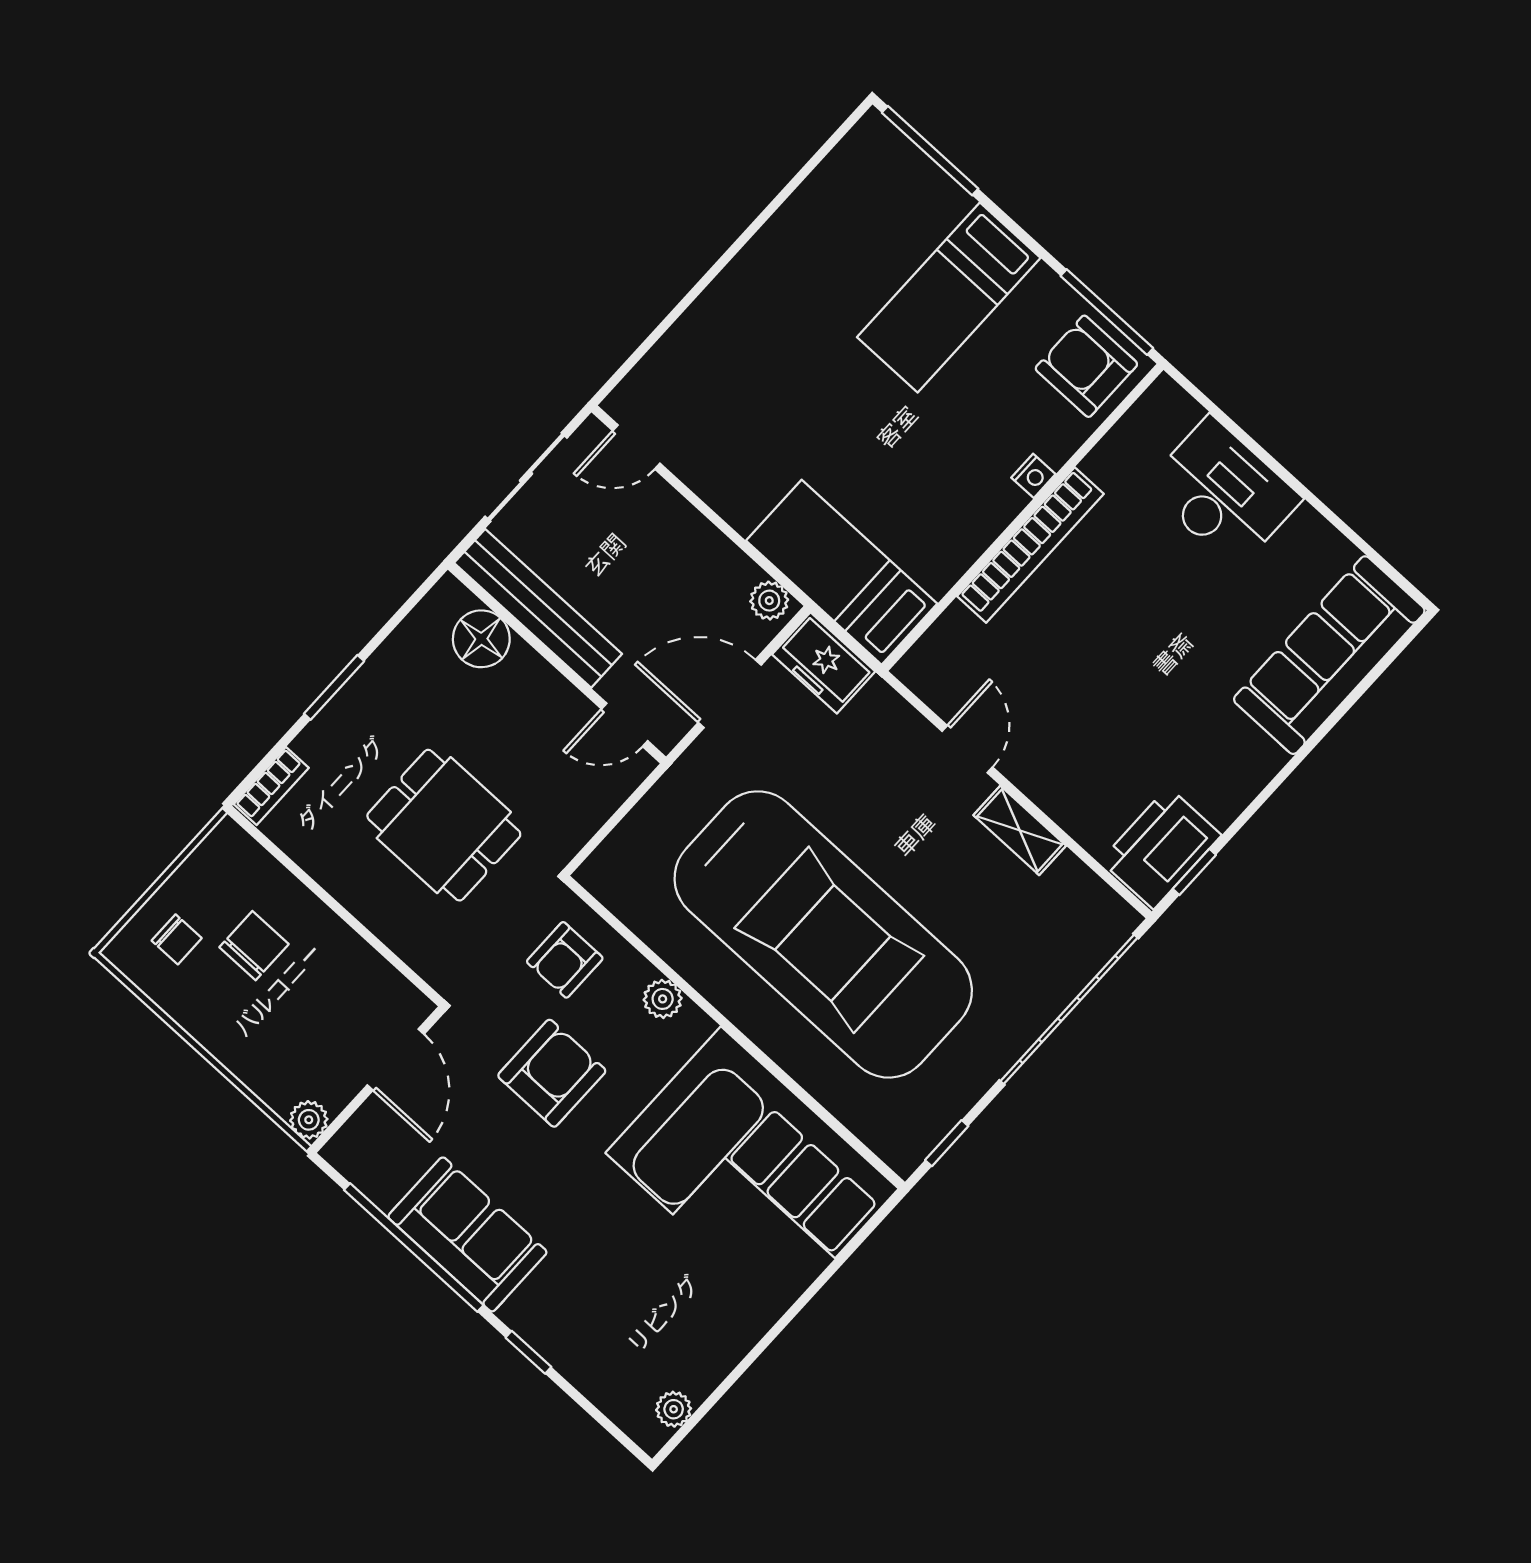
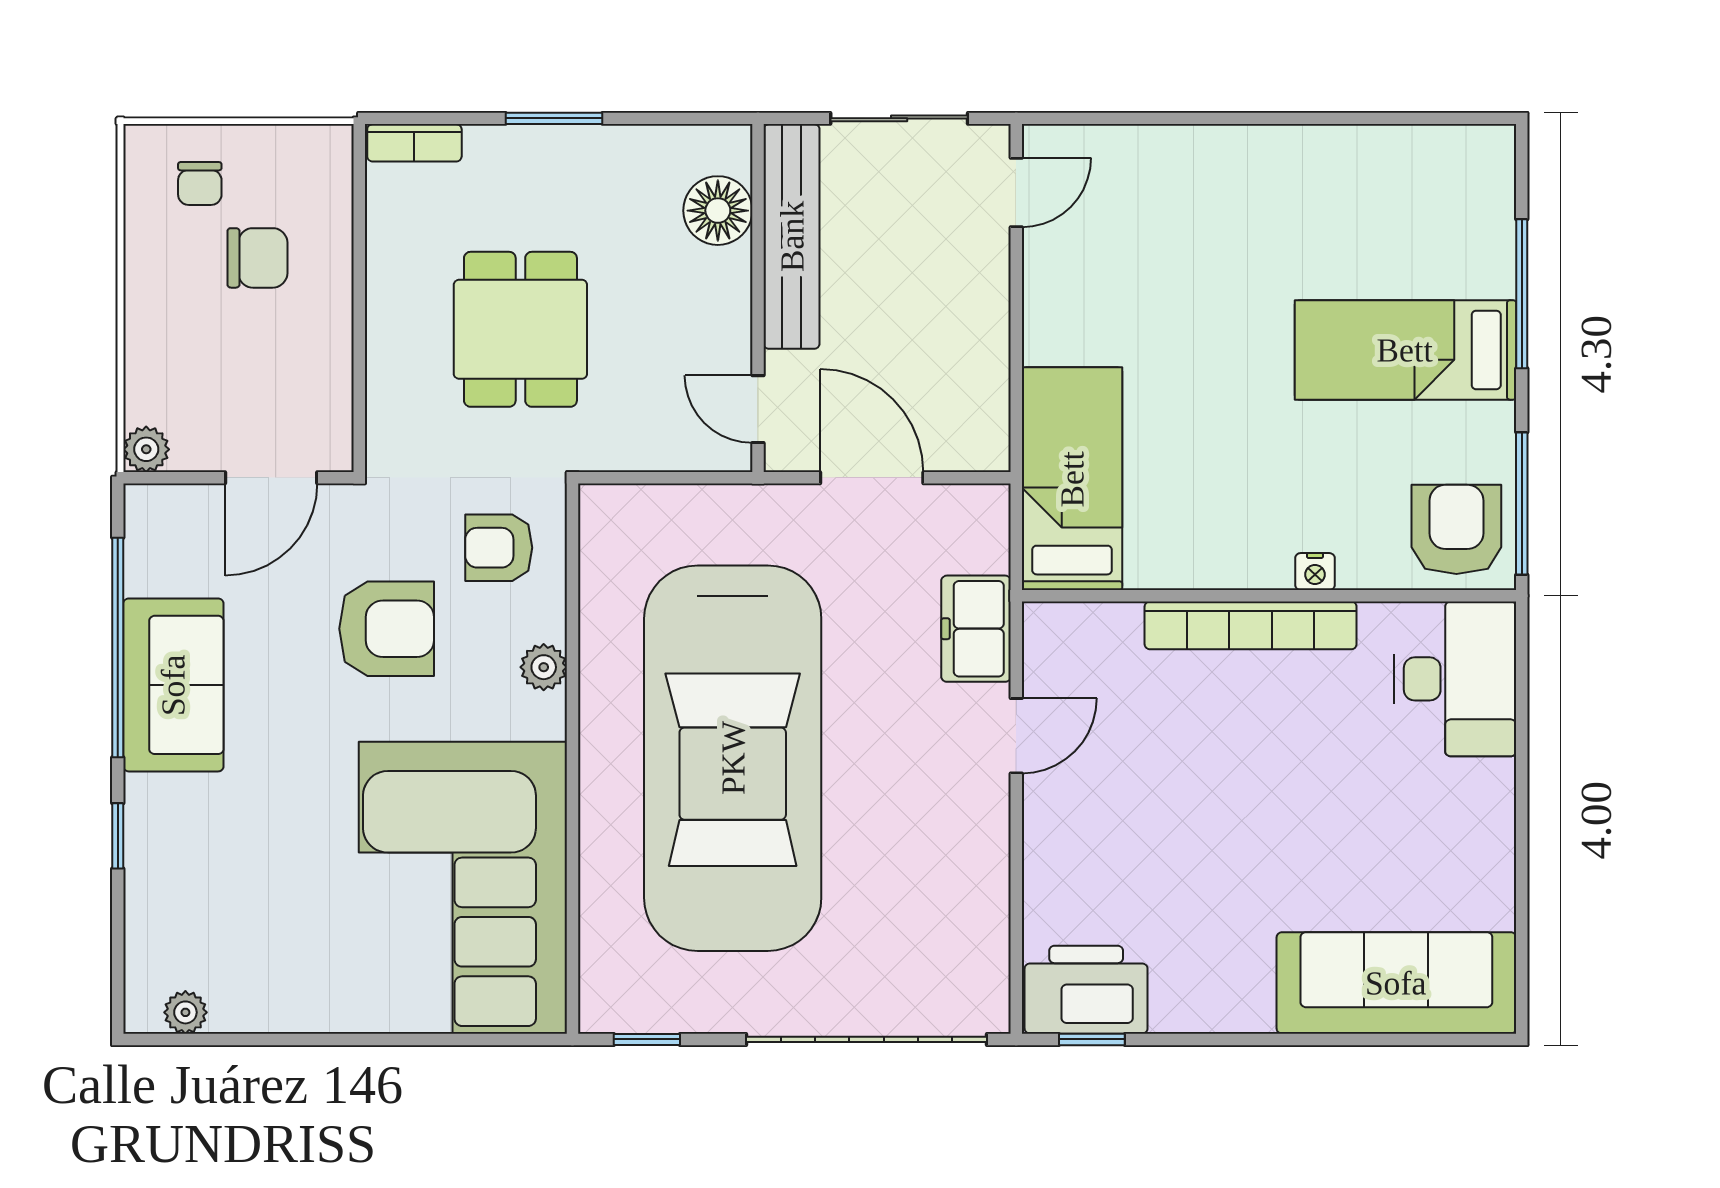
window: (930, 151) -> (1522, 294), moved
door: (636, 447) -> (1016, 192), swing flipped
desk: (1223, 493) -> (1455, 679), moved
plant: (769, 601) -> (987, 437), removed
freezer: (824, 663) -> (976, 629), moved
shelving: (1020, 830) -> (986, 849), removed

